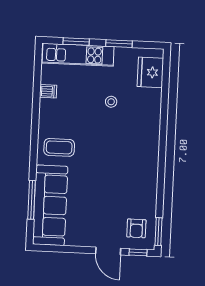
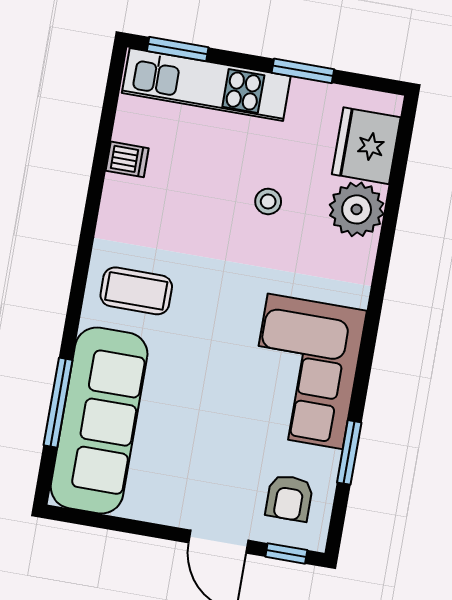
window: (76, 42) -> (178, 49), moved
plant: (150, 100) -> (357, 209), added
corner sofa: (136, 173) -> (305, 371), added
window: (158, 232) -> (349, 452), moved

